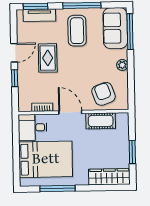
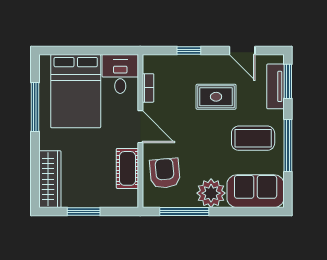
window: (130, 32) -> (184, 211), moved
door: (14, 53) -> (242, 50), moved
plant: (122, 65) -> (211, 193), width x1.88, depth x1.88
armchair: (104, 94) -> (165, 173), turned -75
door: (70, 112) -> (140, 127), hinge flipped

